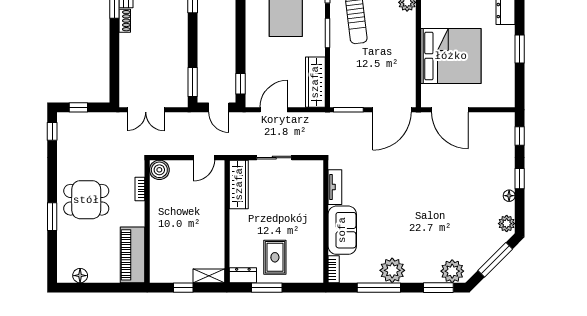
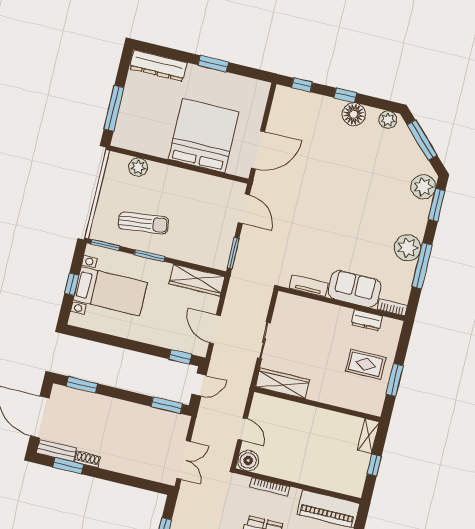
door: (392, 110) -> (244, 209), width x0.73
door: (204, 158) -> (243, 429), moved
bookcase: (140, 189) -> (270, 487), width x1.56
floor lamp: (509, 196) -> (354, 114), width x1.89, depth x1.89
dresser: (243, 275) -> (367, 320), moved, turned -90

